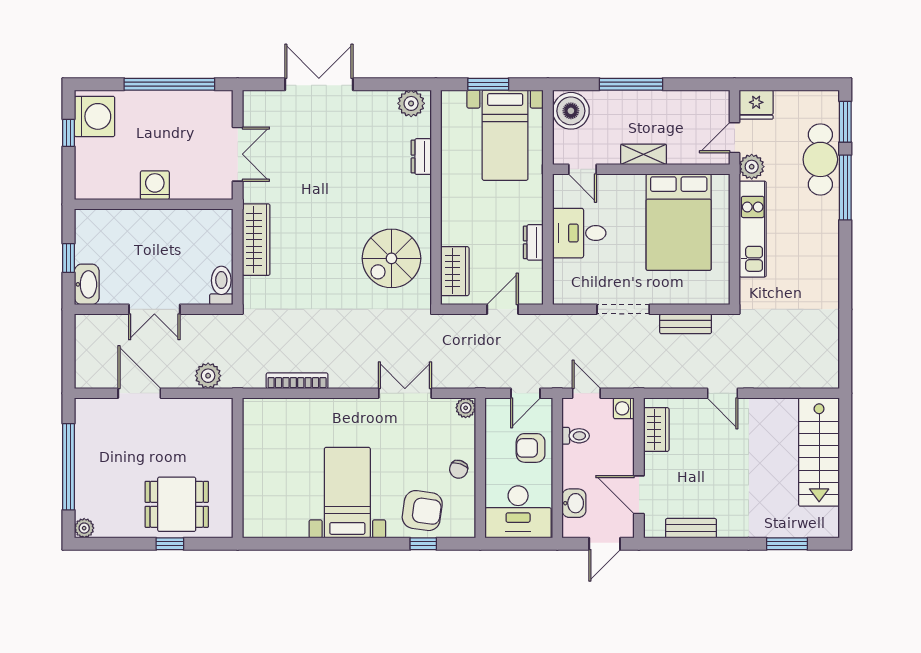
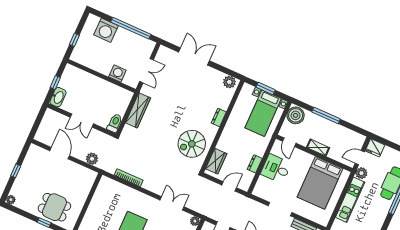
washing machine: (95, 116) -> (106, 30), moved, turned 90
window: (69, 133) -> (74, 40), moved
dresser: (421, 157) -> (219, 117), moved
washing machine: (155, 185) -> (117, 73), moved
window: (69, 467) -> (16, 171), width x0.32

